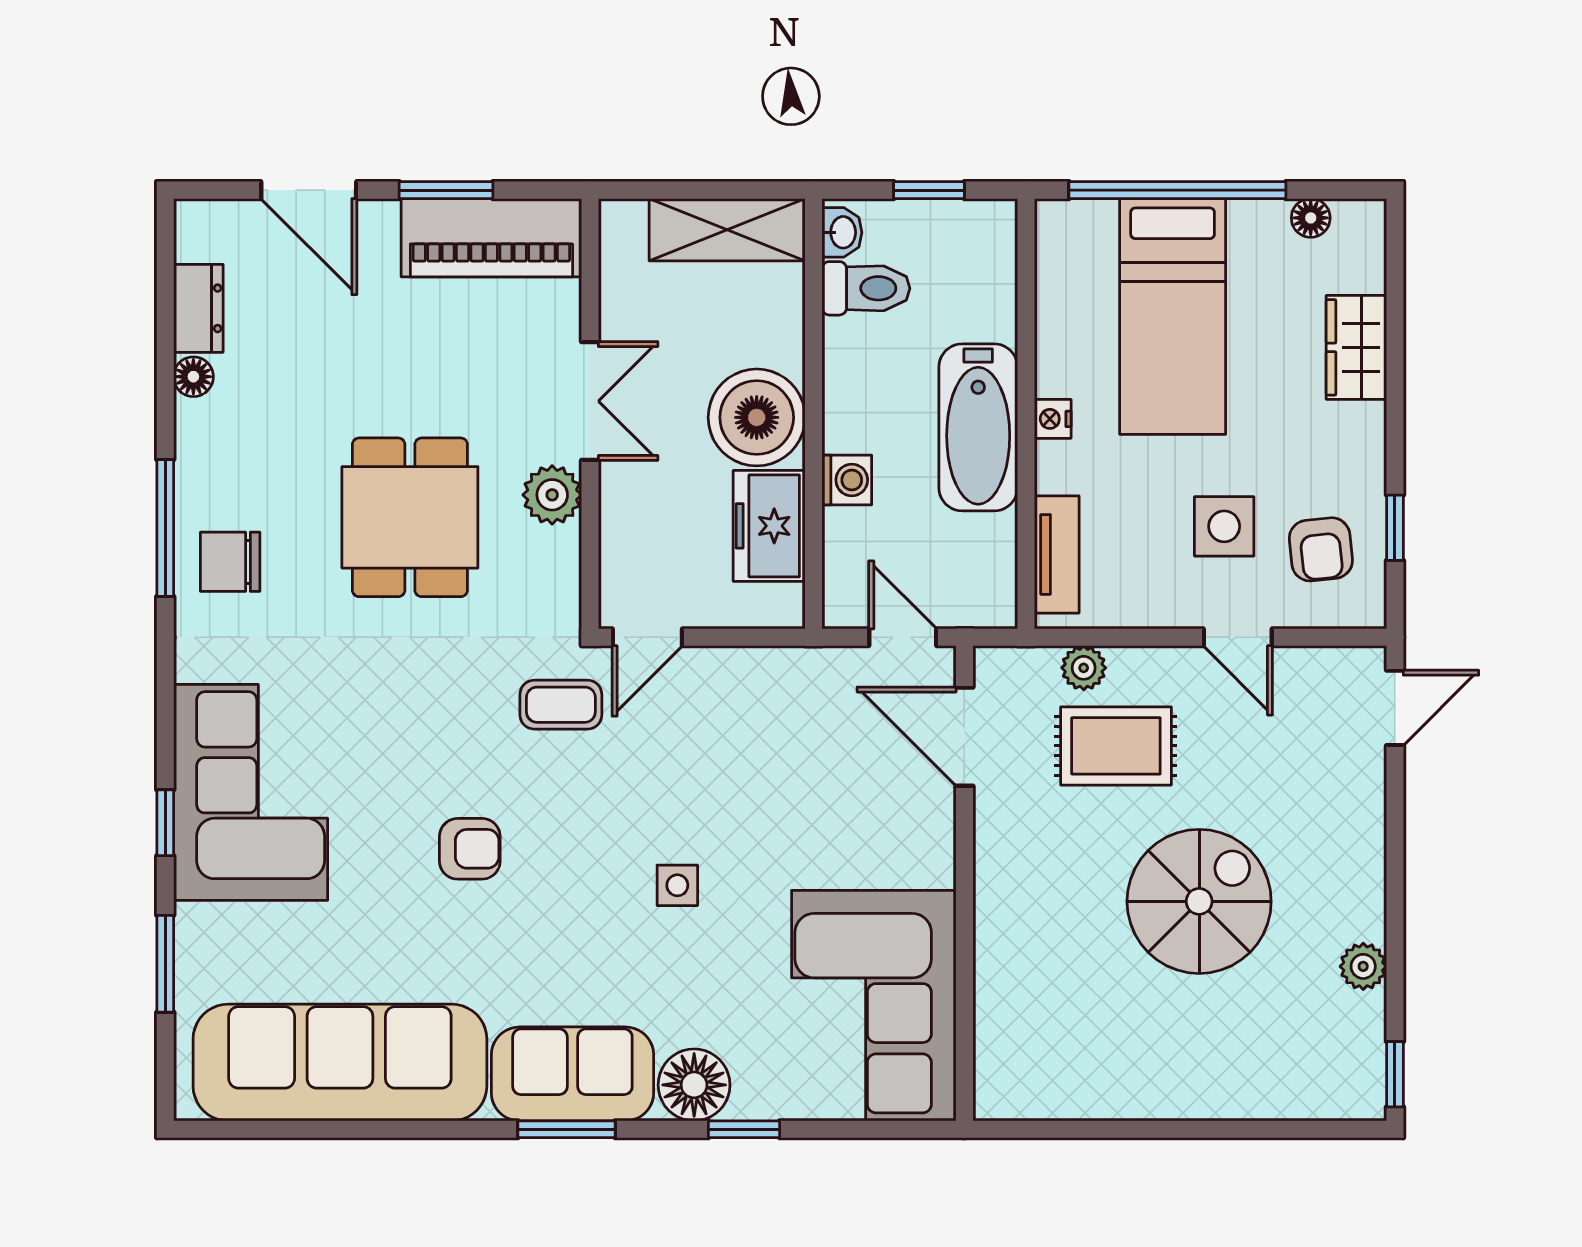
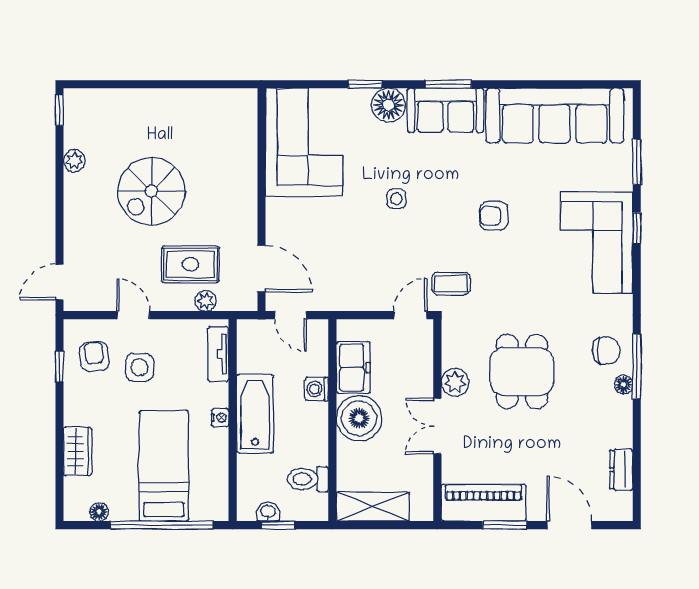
washbasin: (842, 232) -> (268, 512), moved, turned 90
floor lamp: (193, 377) -> (624, 384), moved

